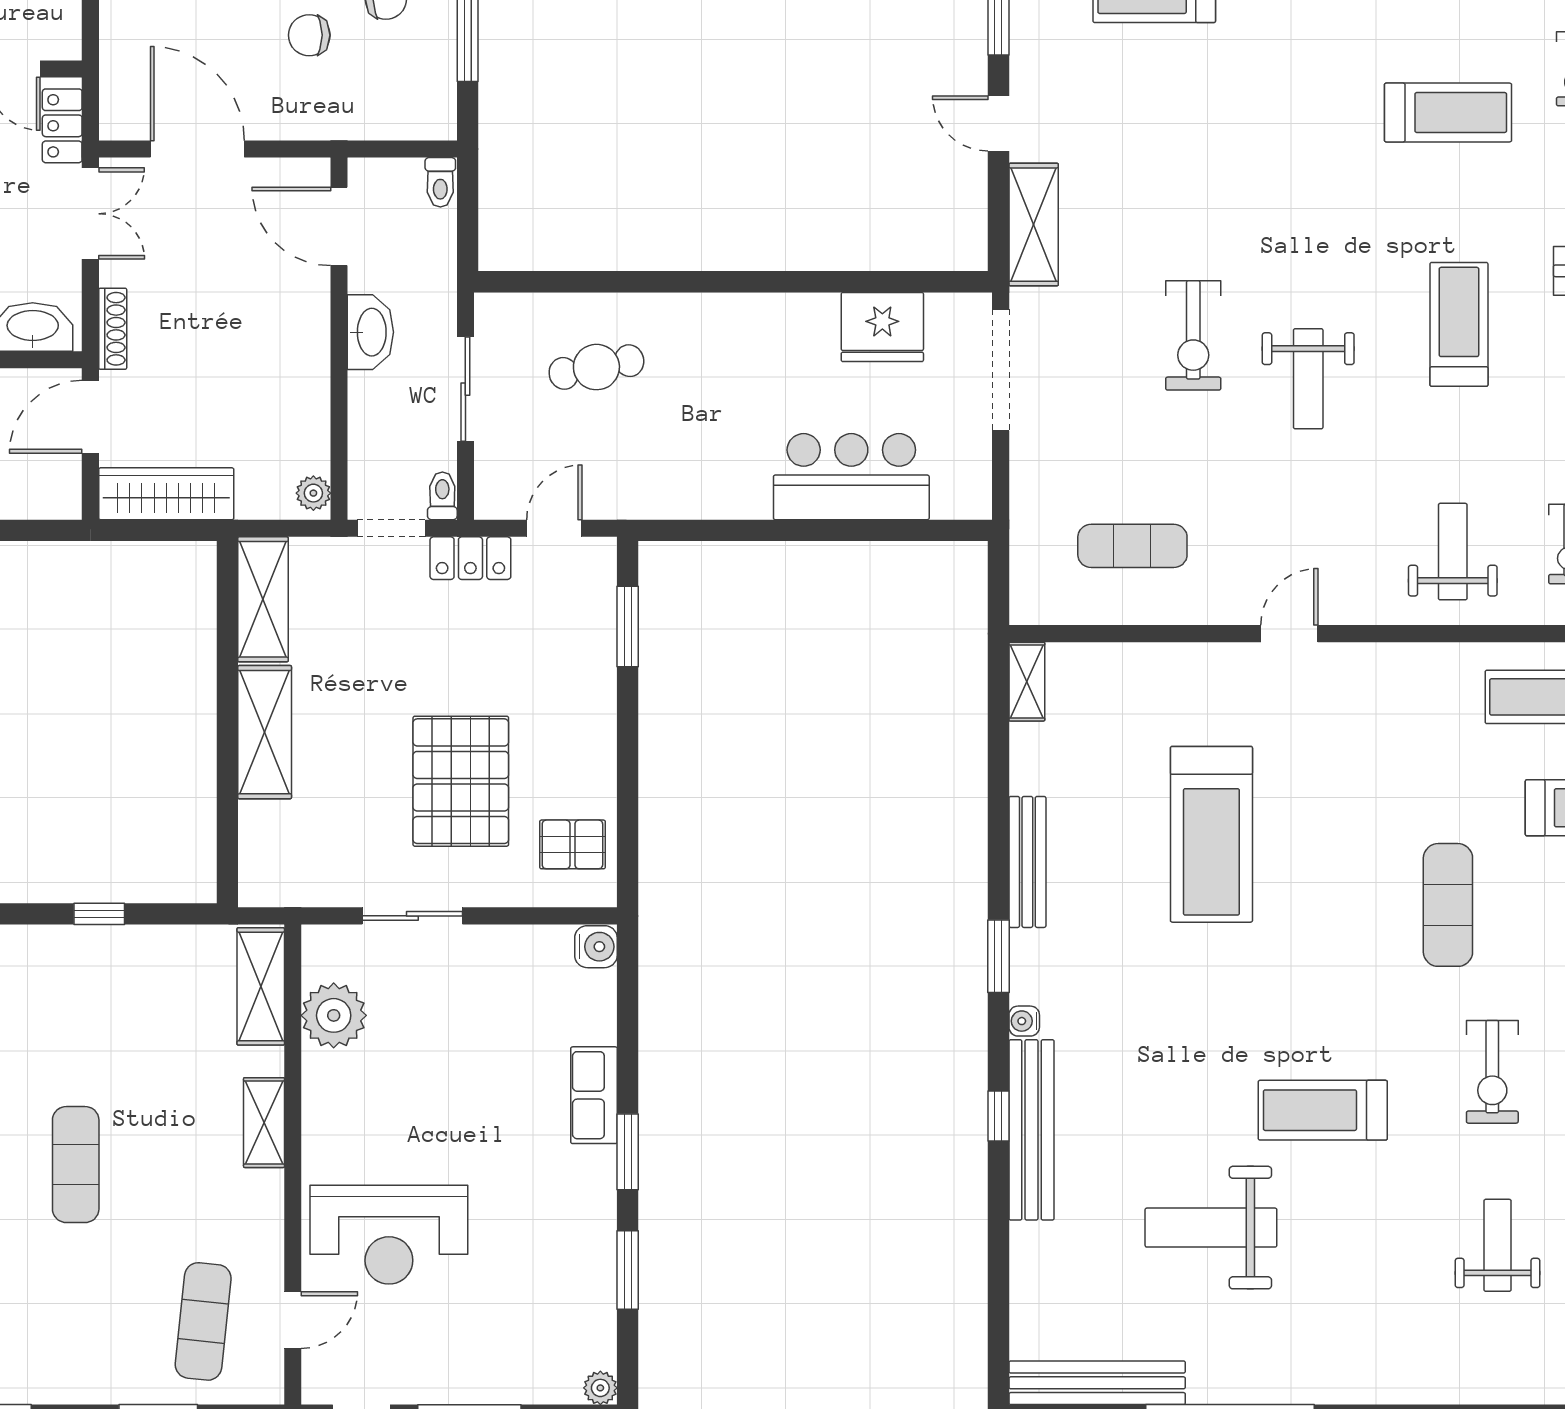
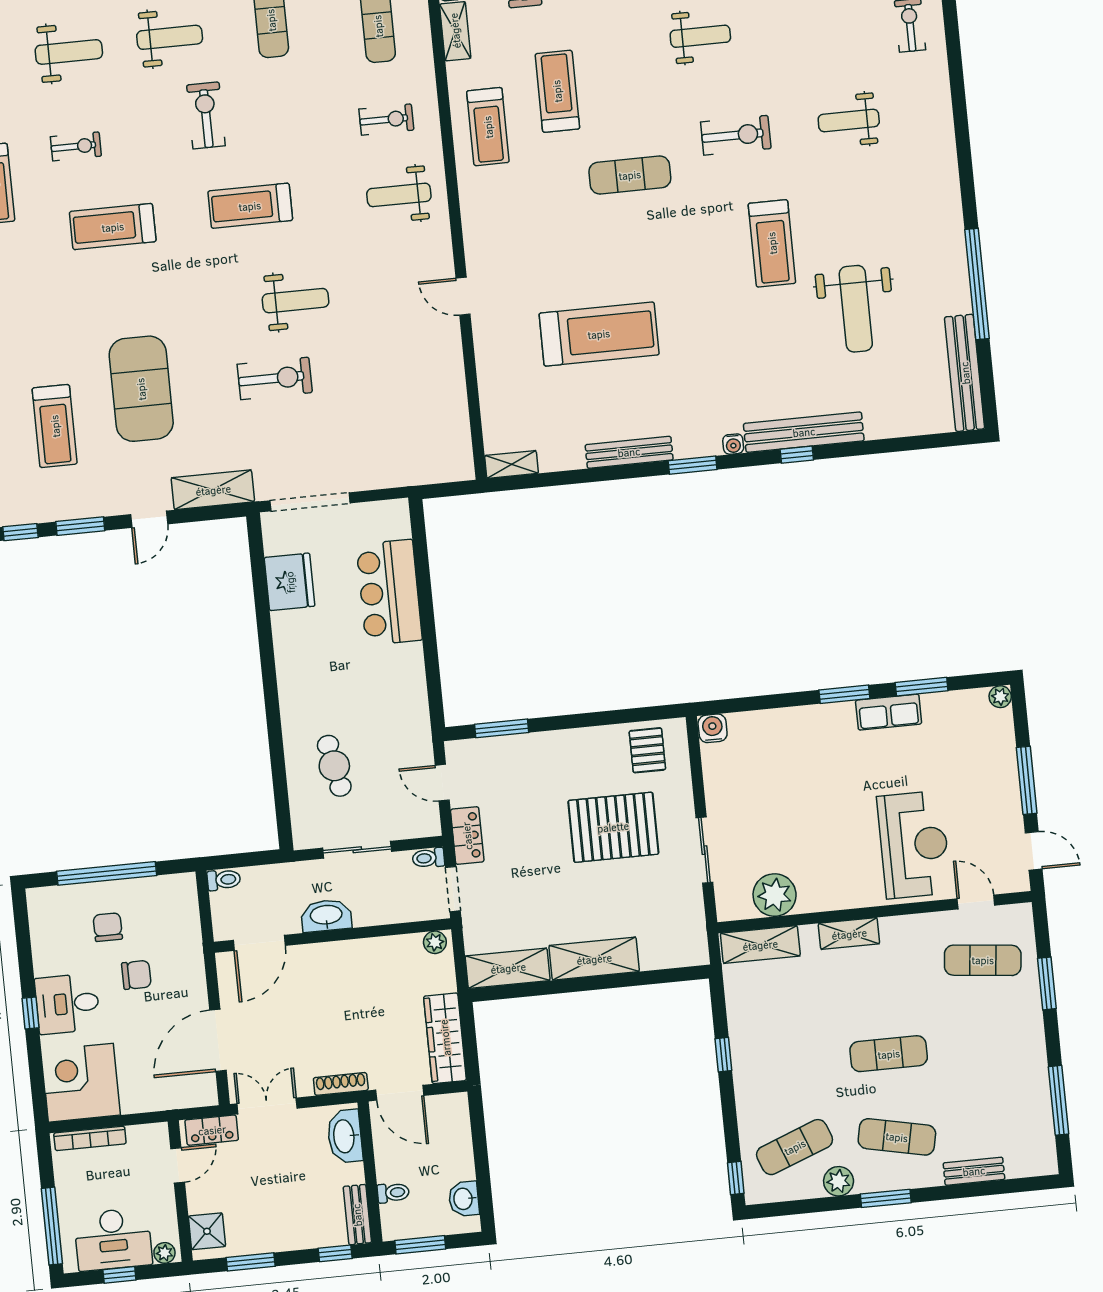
chair: (309, 35) -> (136, 975), turned -90
treadmill: (1448, 112) -> (113, 227), turned -90
exercise mat: (1132, 546) -> (141, 389), moved, width x2.00, depth x1.45
row of seats: (594, 1095) -> (889, 712), moved

